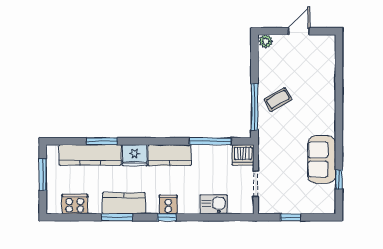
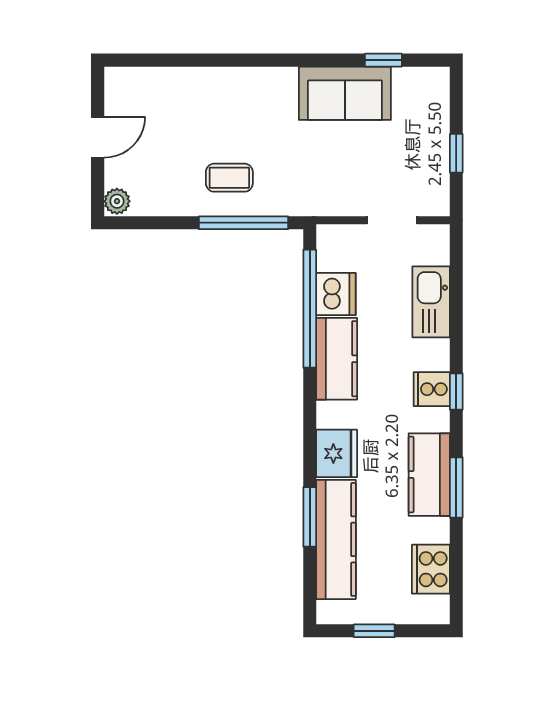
door: (299, 31) -> (98, 137), swing flipped
coffee table: (278, 100) -> (229, 178), turned -60
window: (210, 141) -> (310, 309), width x1.46
kitchen counter: (170, 155) -> (337, 359), moved
dishwasher: (243, 155) -> (336, 294), moved
window: (43, 175) -> (374, 631), width x0.67
kitchen sink: (213, 204) -> (431, 302), width x1.38

